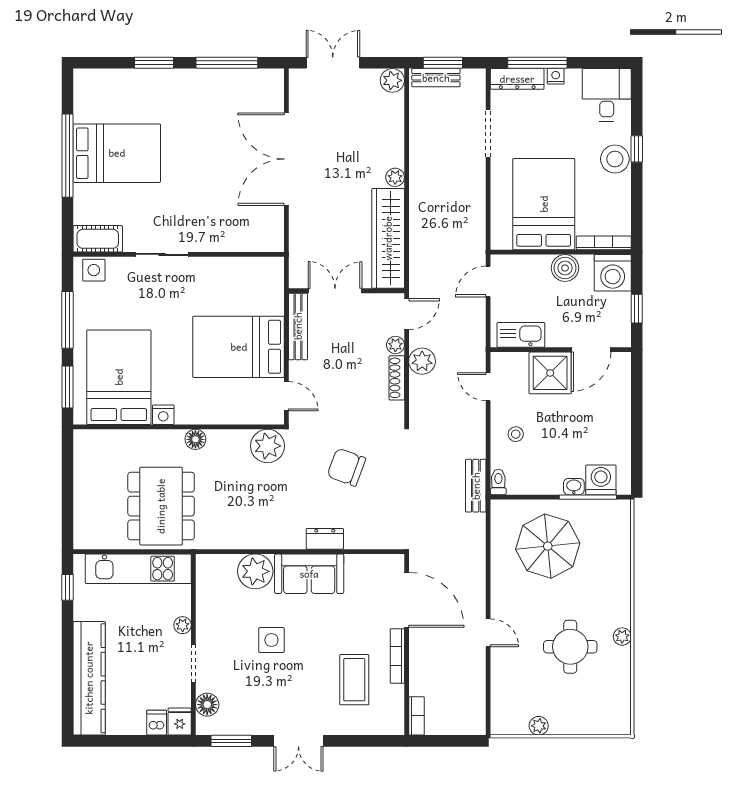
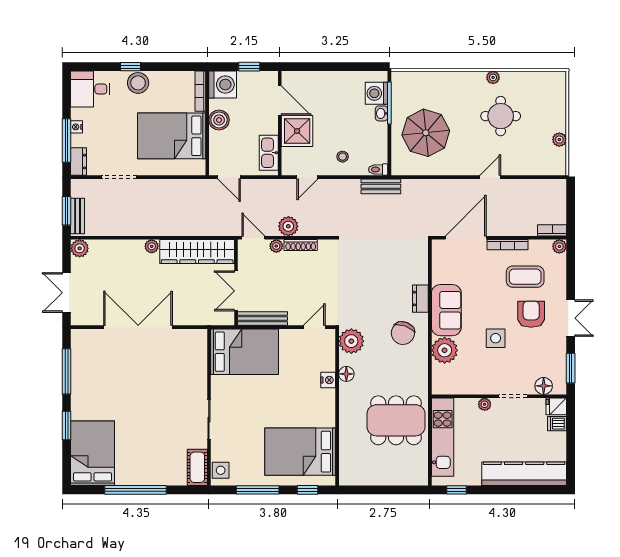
dresser: (517, 79) -> (79, 162), width x0.70
bed: (117, 153) -> (93, 453), moved
double door: (286, 159) -> (138, 327), swing flipped
bed: (239, 347) -> (245, 352), moved, turned -90
window: (68, 387) -> (308, 490), width x0.67
nightstand: (163, 415) -> (328, 380), moved
floor lamp: (195, 439) -> (346, 374), moved
chair: (346, 467) -> (403, 333), moved
armchair: (304, 688) -> (531, 314), added
plant: (395, 726) -> (559, 246), added

